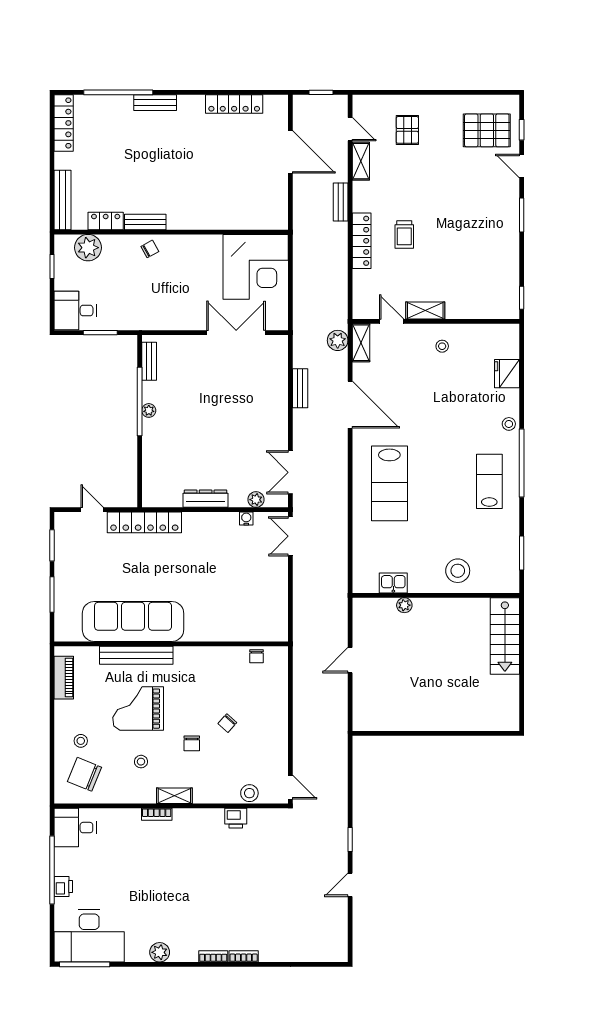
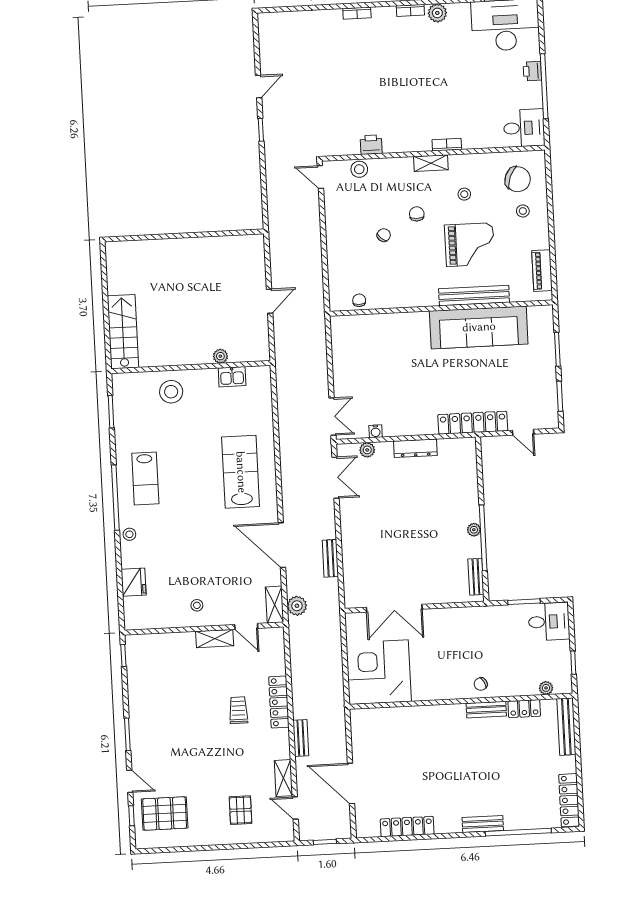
plant: (88, 248) -> (546, 688), width x0.53, depth x0.53
bookcase: (213, 956) -> (410, 10), moved

